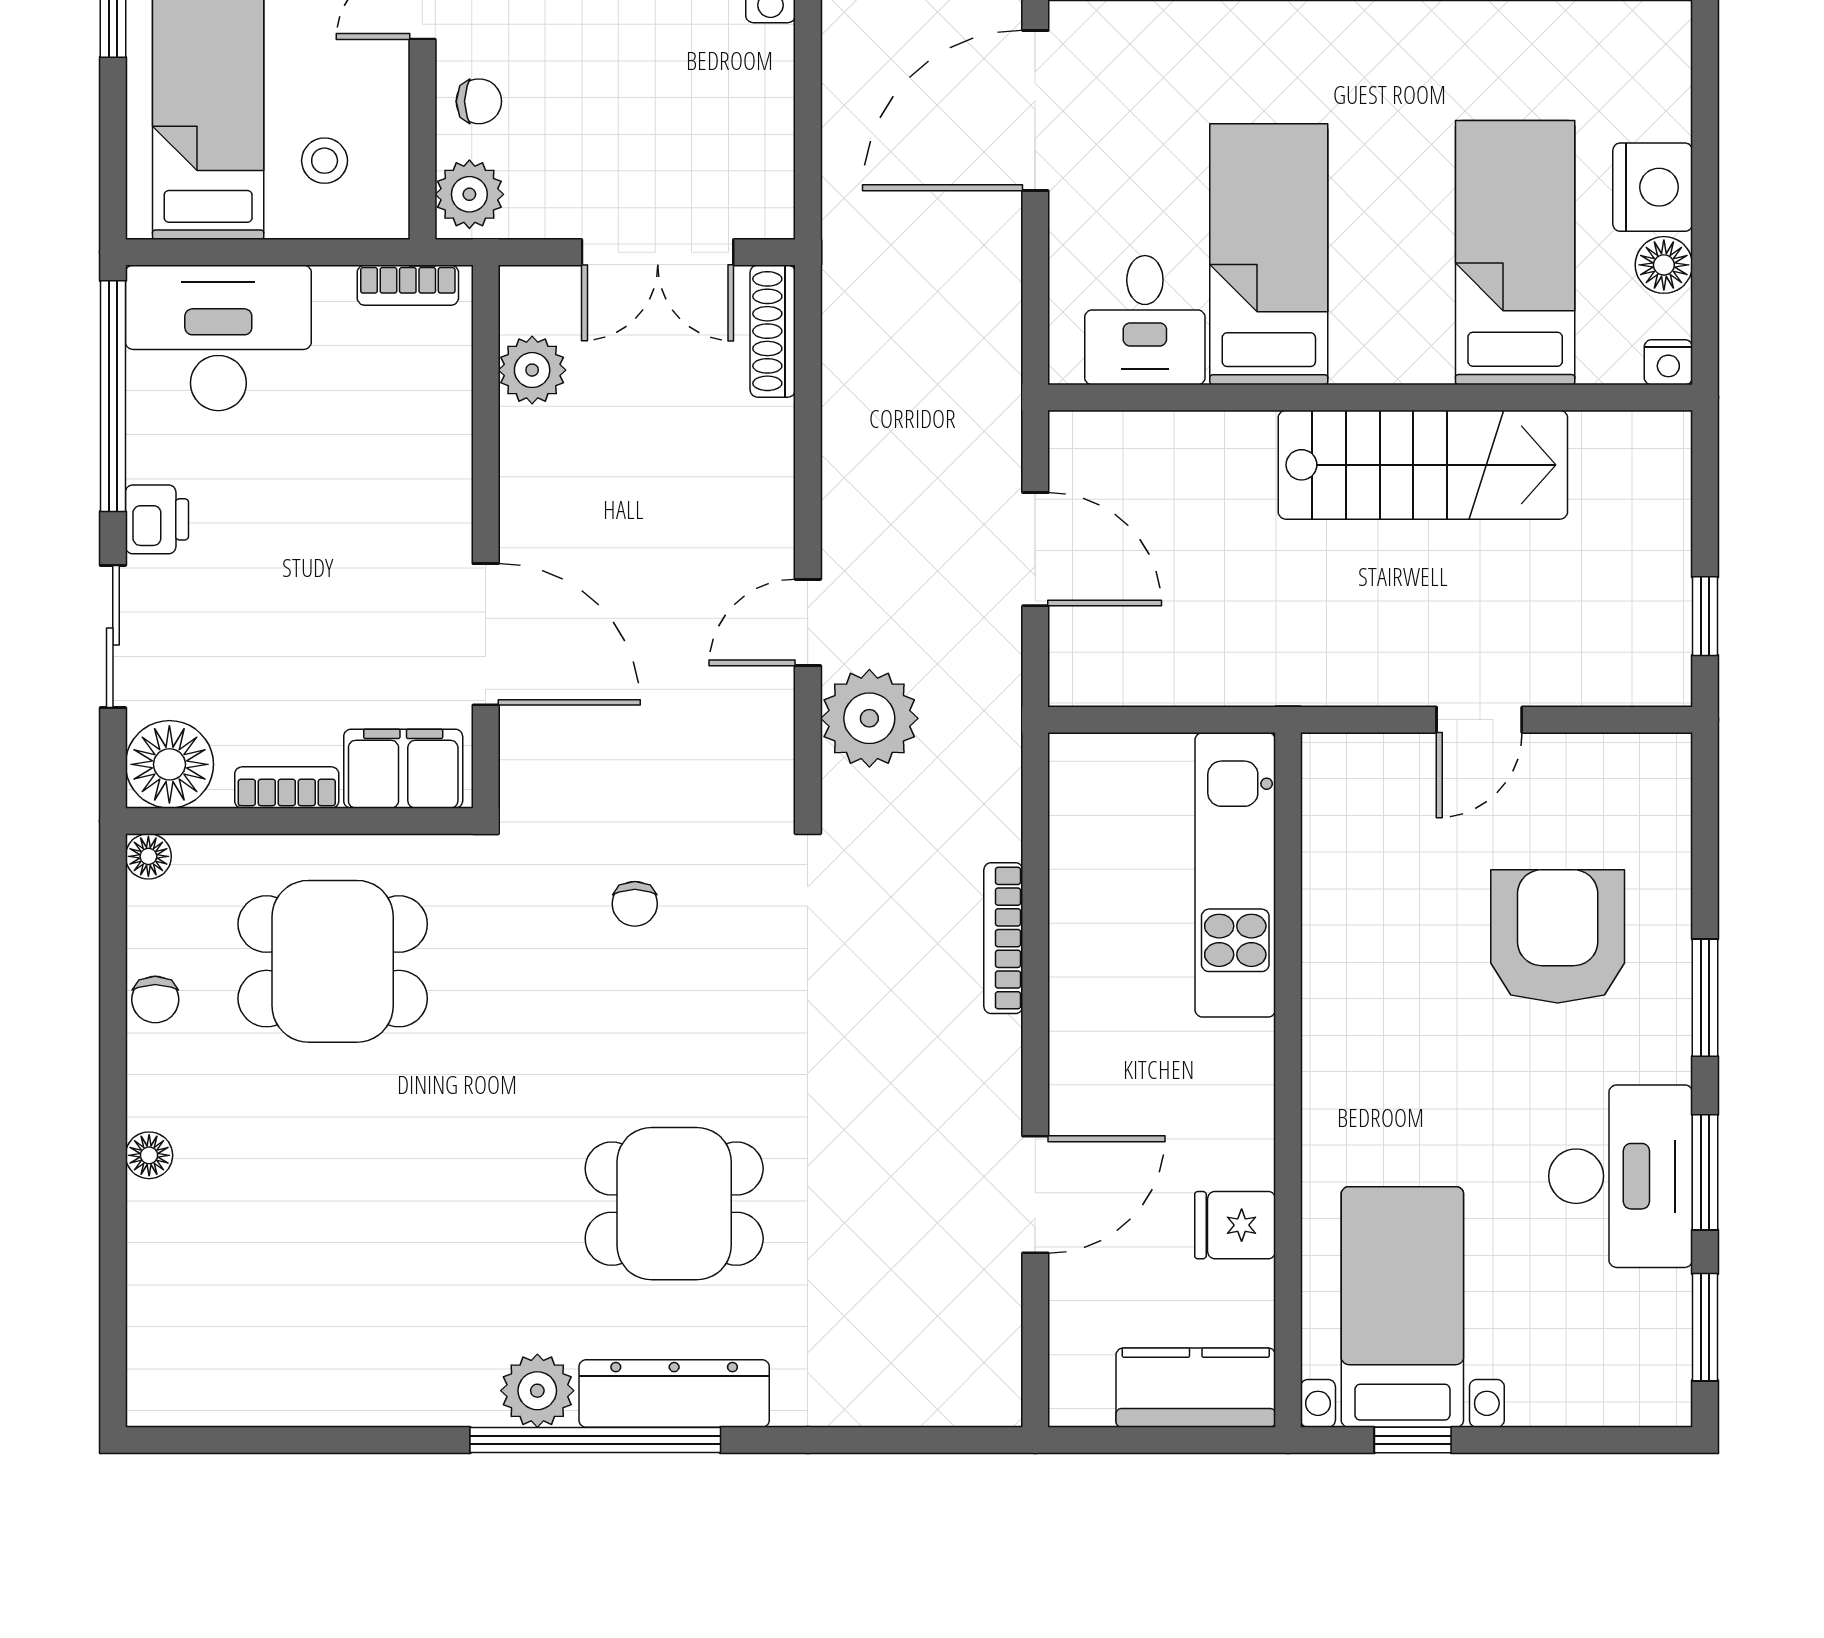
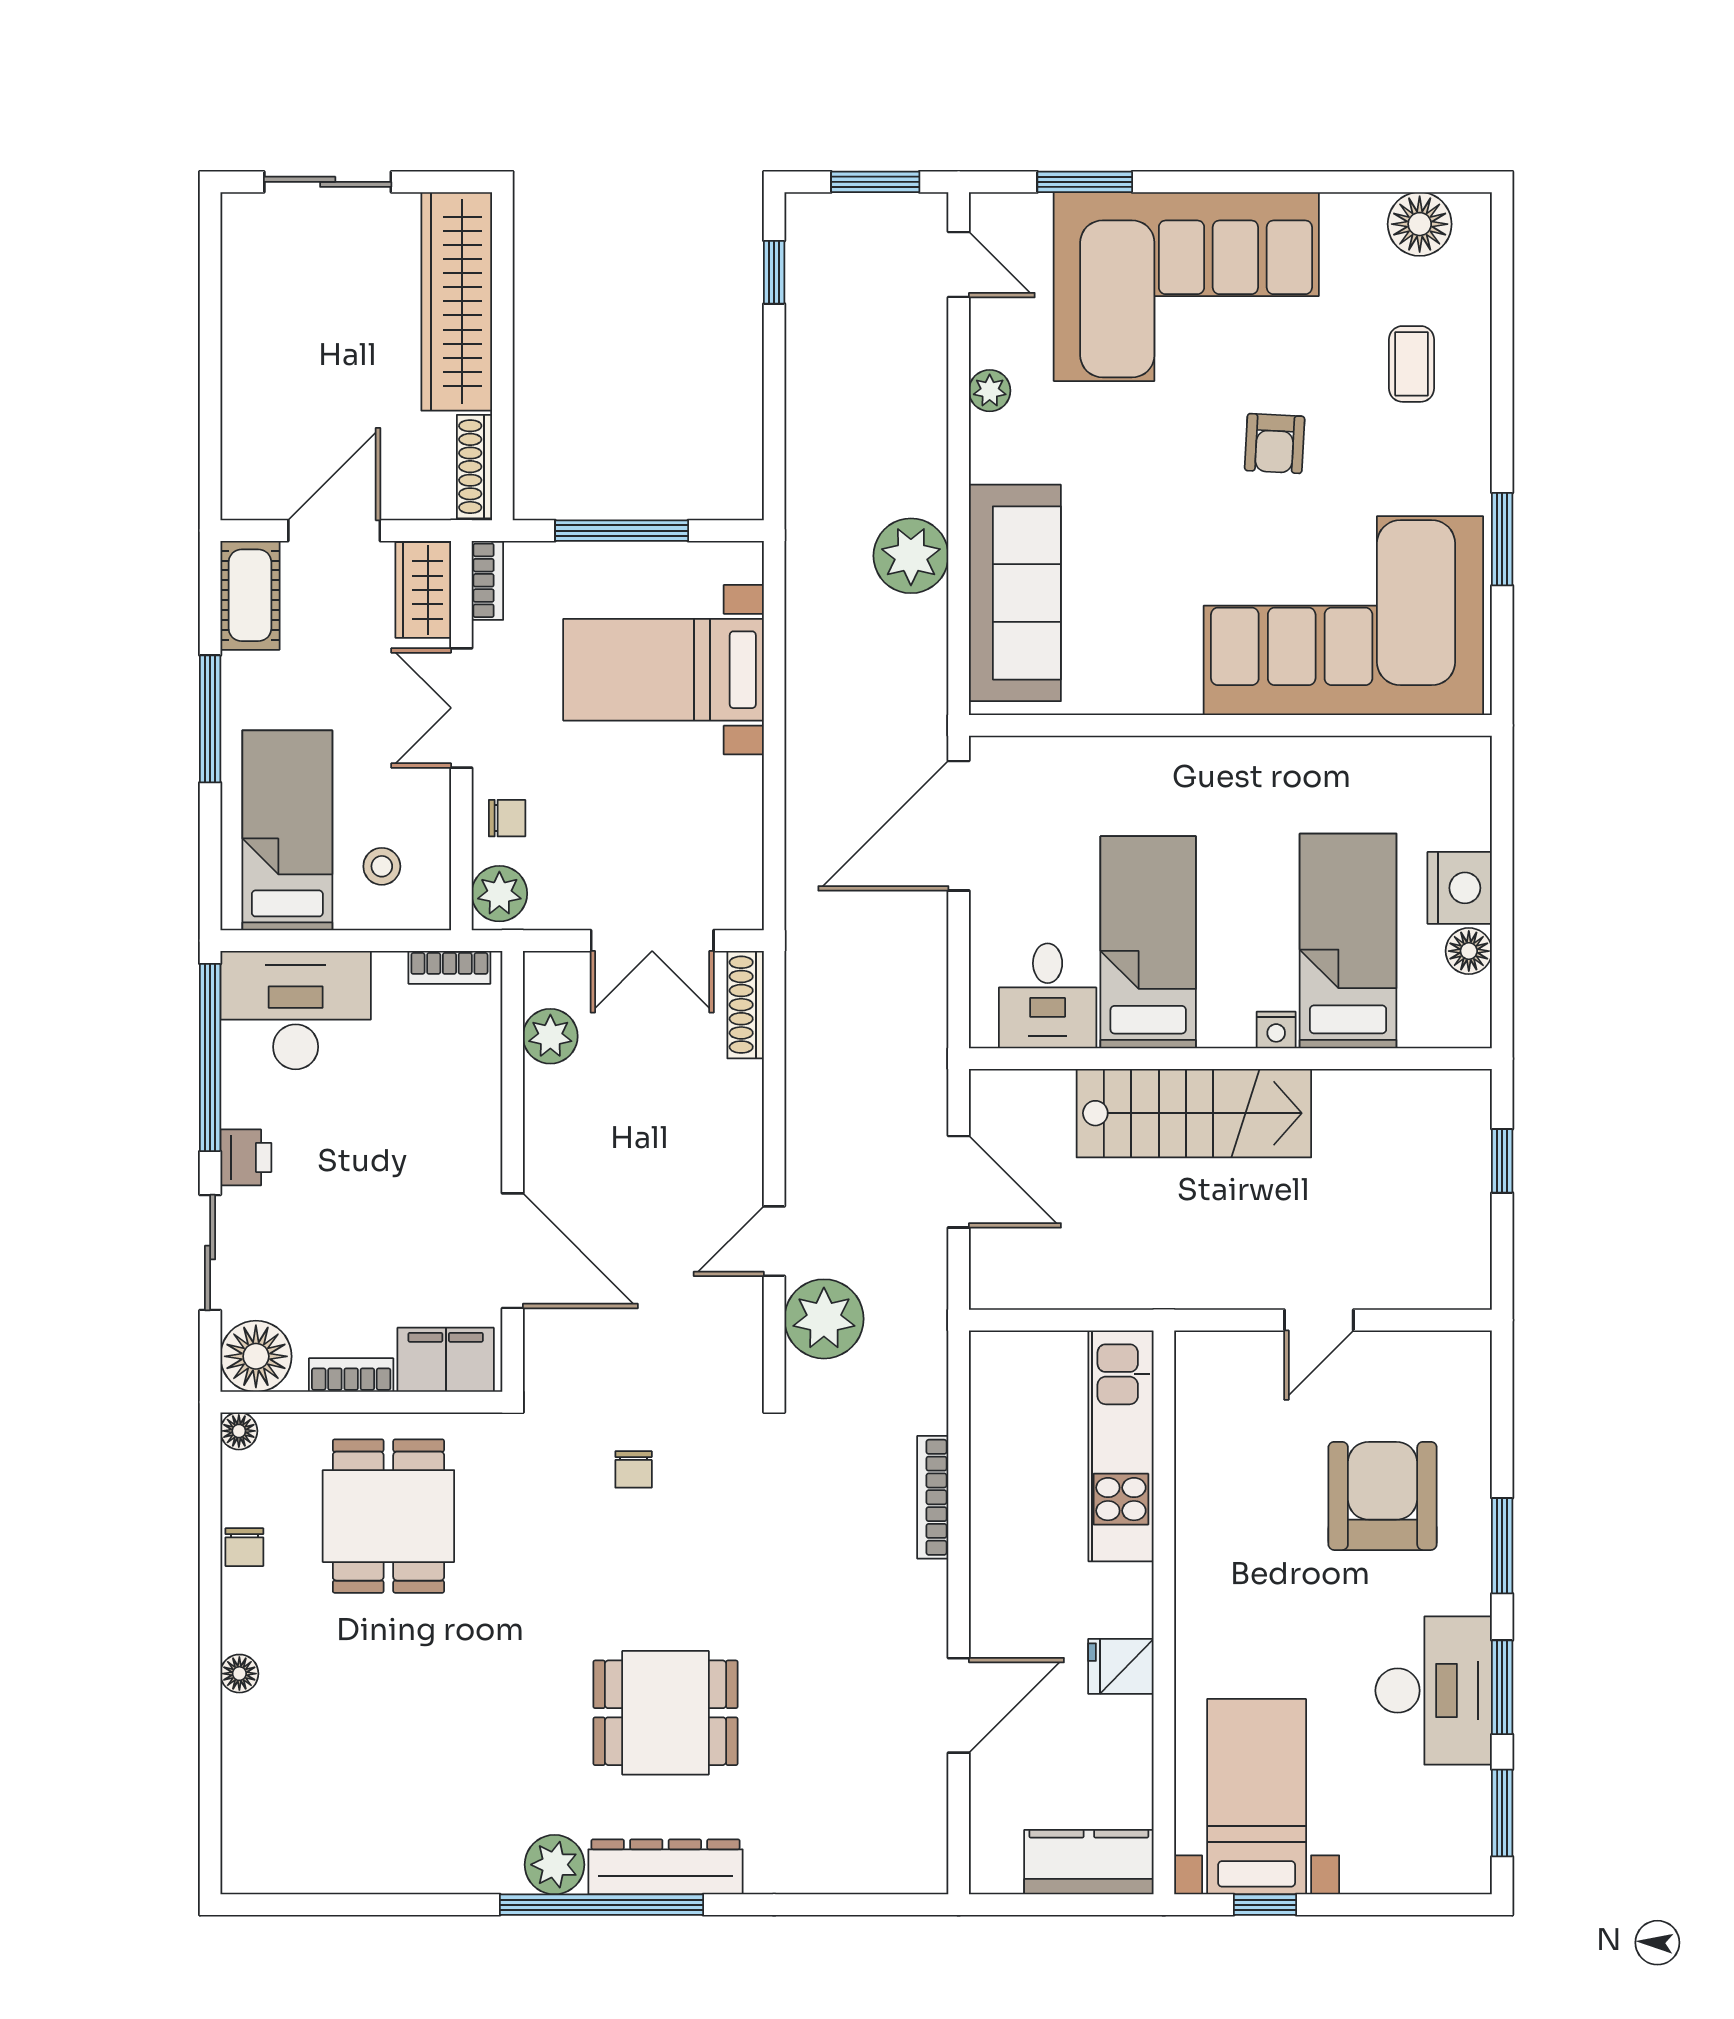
nightstand: (1668, 362) -> (1276, 1030), moved
stairs: (1423, 465) -> (1194, 1113), moved
window: (1705, 616) -> (1502, 1161), moved
dining table: (333, 961) -> (388, 1516), turned 90
fridge: (1235, 1225) -> (1121, 1666), moved

